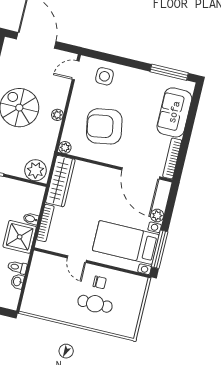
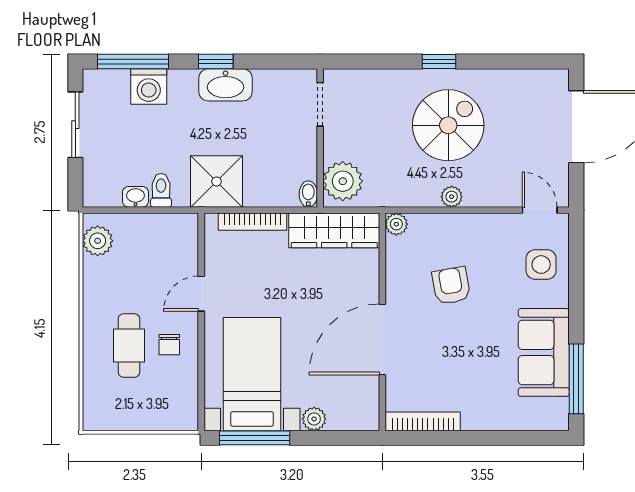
sofa: (174, 112) -> (544, 352), moved, turned -90
armchair: (104, 126) -> (451, 286), width x0.53, depth x0.53
door: (141, 173) -> (382, 339), moved
bidet: (31, 219) -> (308, 194), moved
plant: (36, 307) -> (98, 241), added

